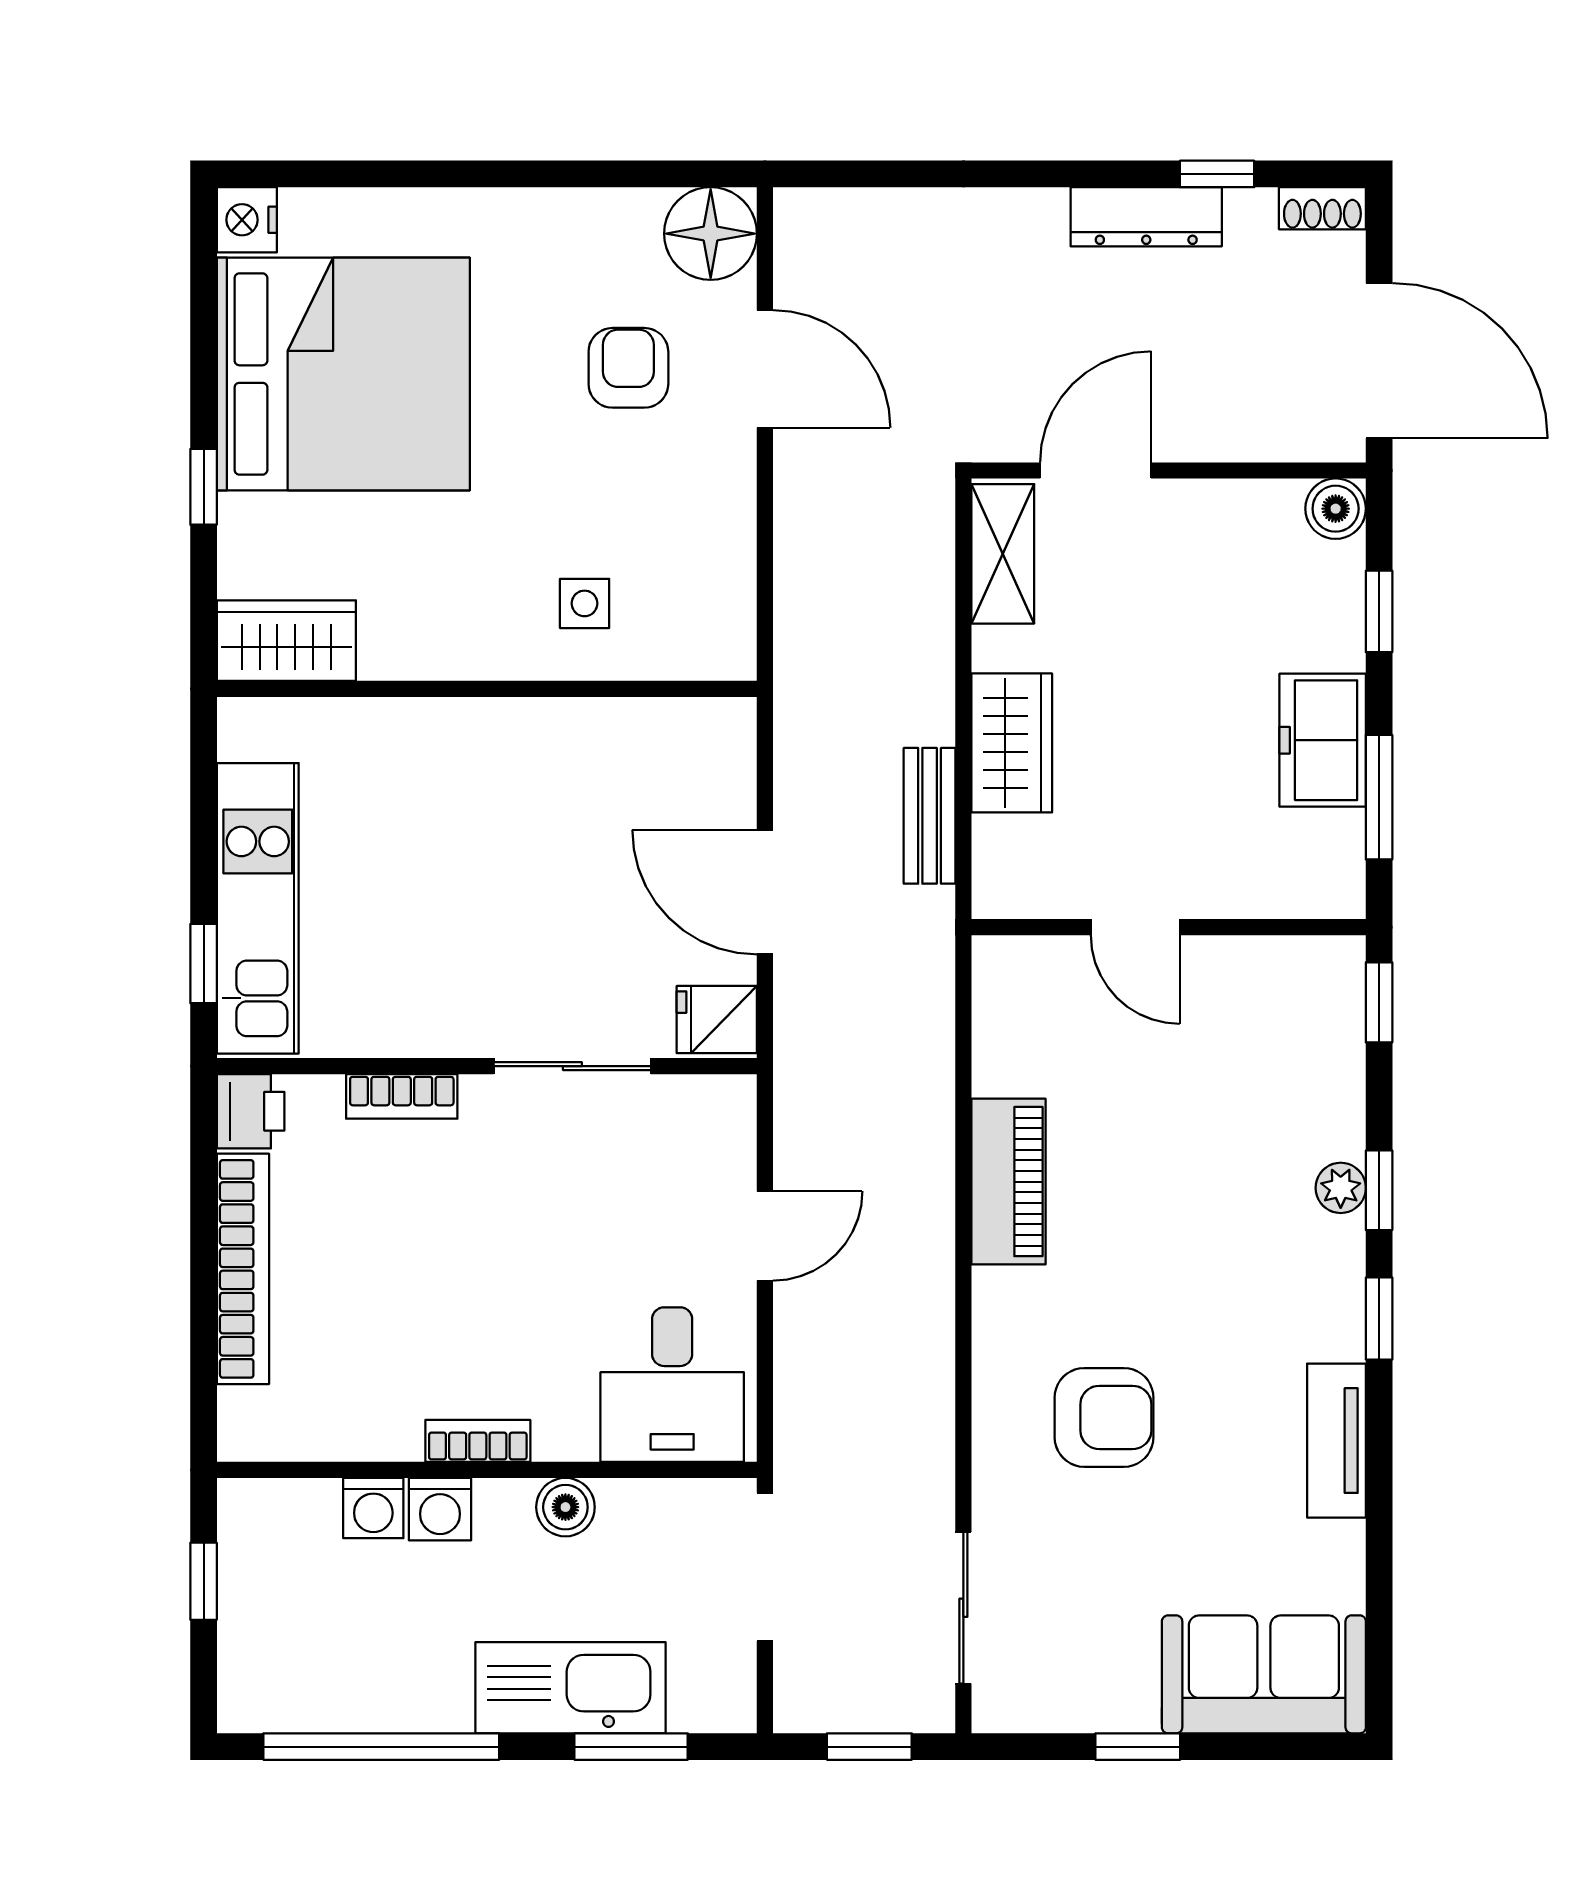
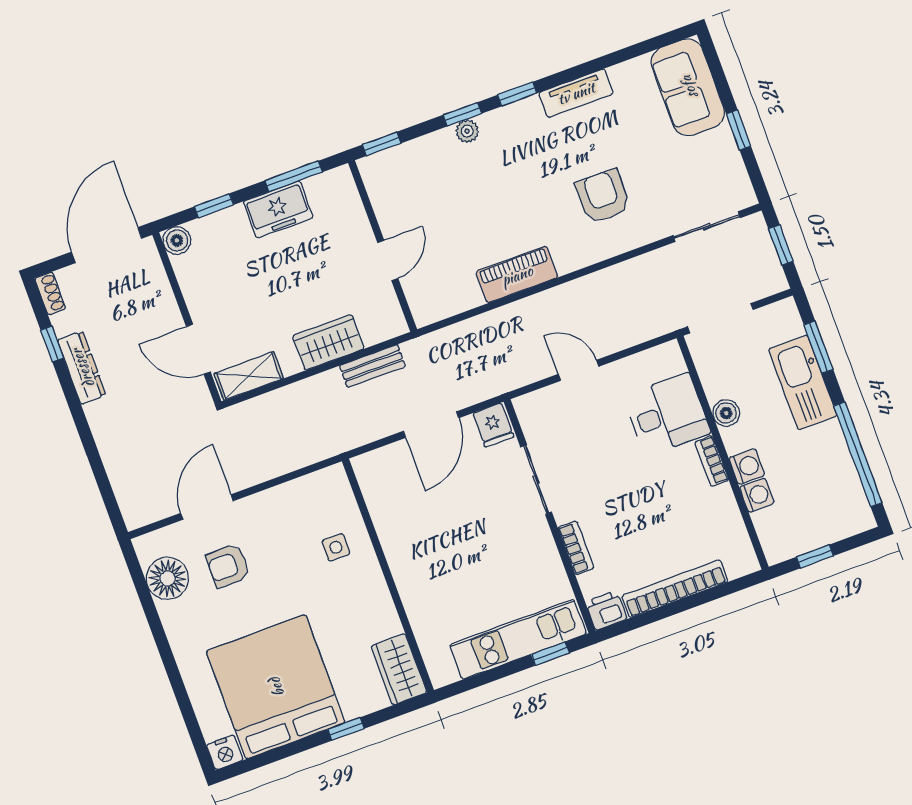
floor lamp: (711, 234) -> (167, 578), moved
desk: (672, 1385) -> (667, 414), moved

